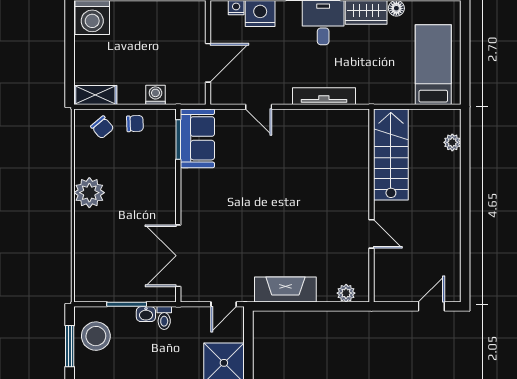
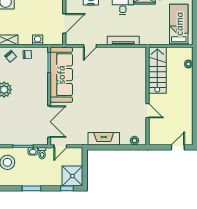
door: (259, 107) -> (90, 46), hinge flipped
sofa: (197, 138) -> (61, 75), width x1.85, depth x1.27
double door: (178, 256) -> (49, 122), swing flipped
door: (224, 304) -> (60, 146), moved

